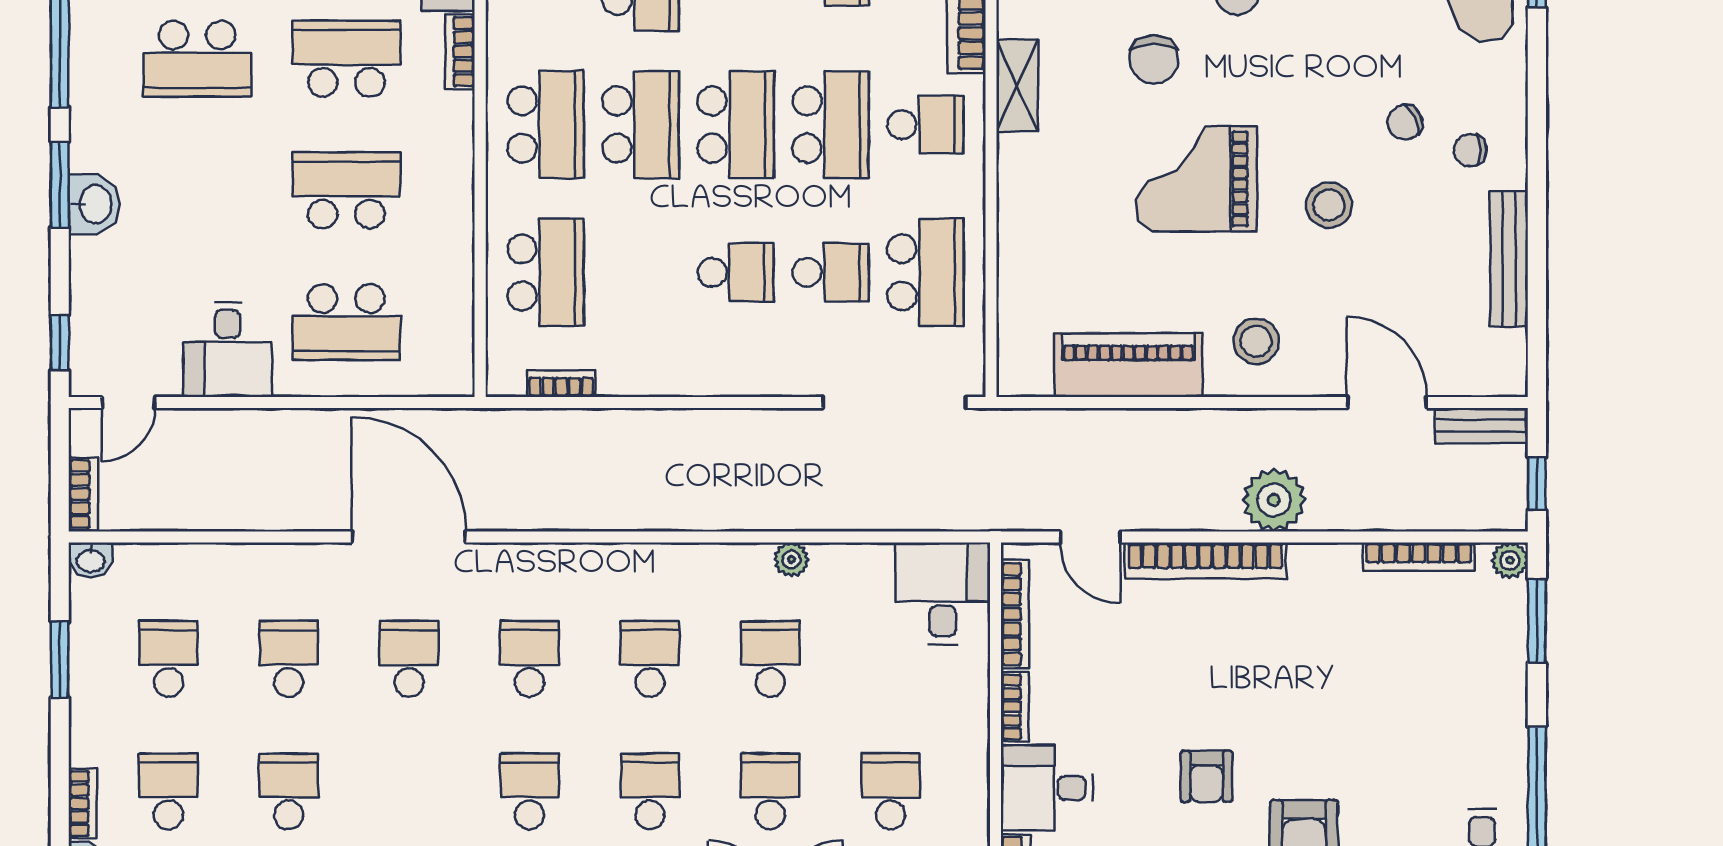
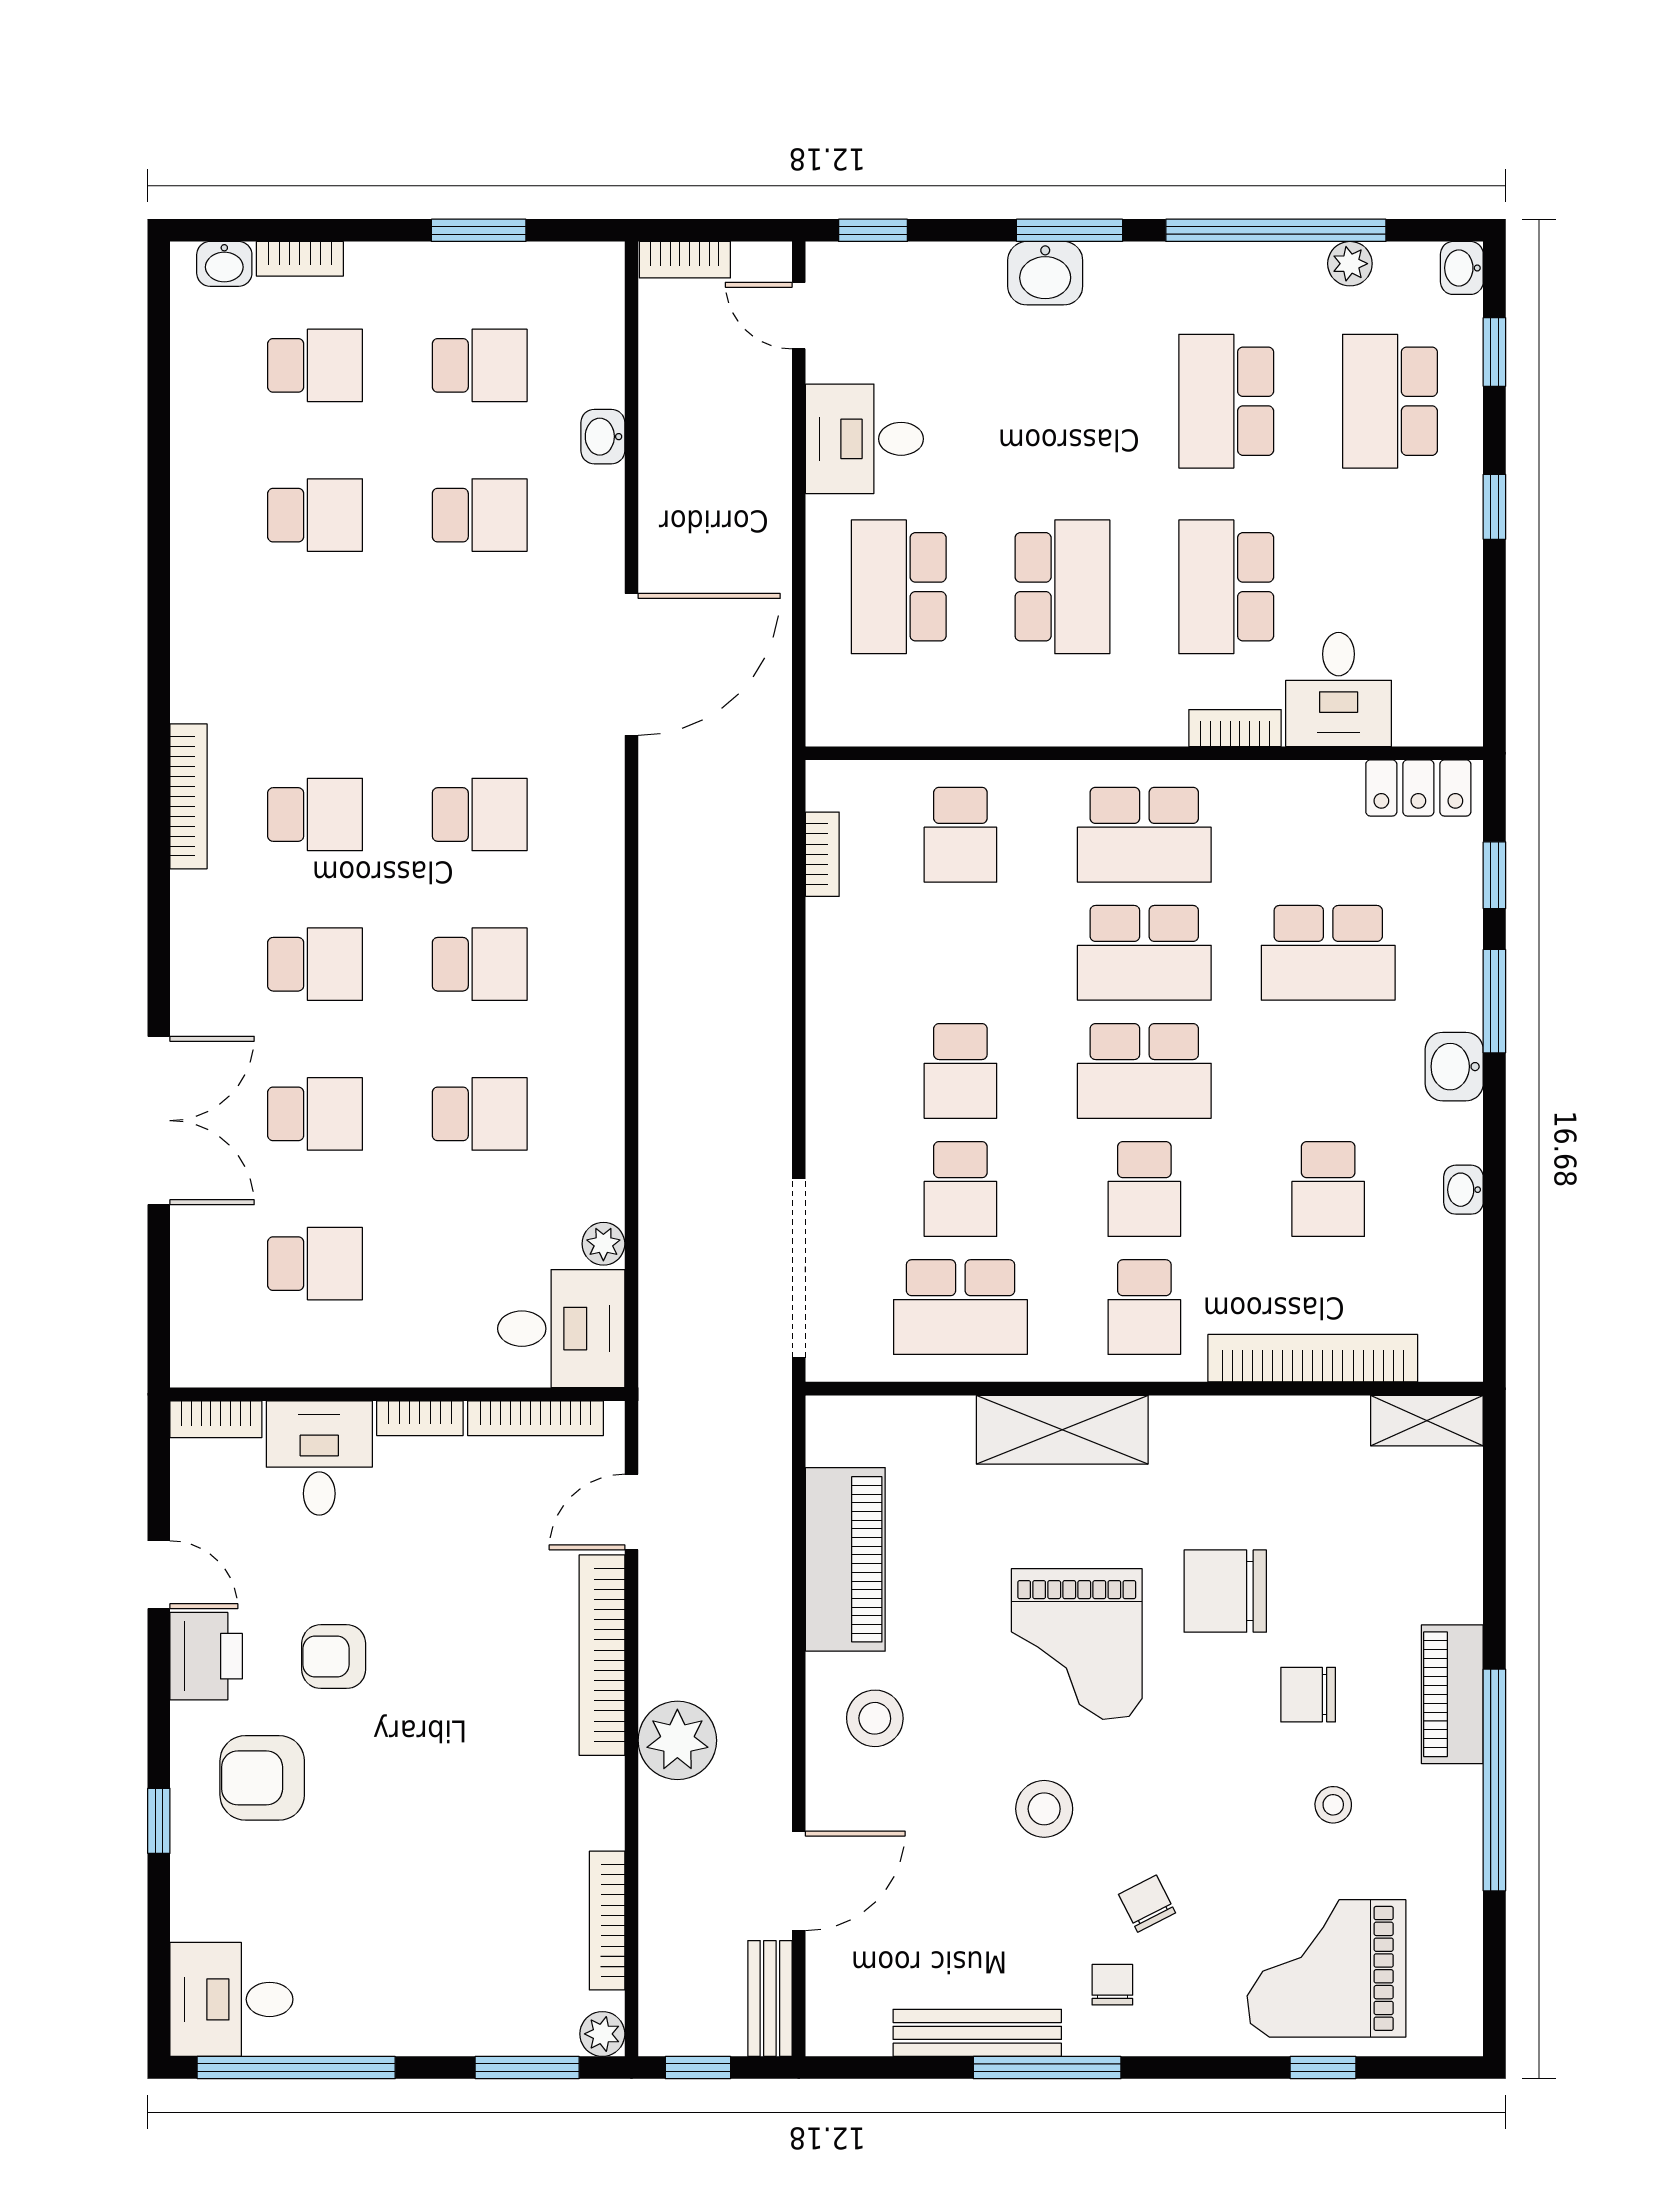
school desk: (346, 59) -> (1226, 587), turned 180
chair: (1154, 59) -> (1225, 1591), width x1.37, depth x1.37
shelving: (1017, 85) -> (1062, 1430), moved, width x1.50, depth x1.33
school desk: (831, 125) -> (1144, 1189), width x0.54
grand piano: (1196, 179) -> (1077, 1644), turned 180
window: (1537, 203) -> (1047, 2068), added
school desk: (546, 272) -> (960, 835), width x0.54
plant: (791, 559) -> (603, 1244), moved
washbasin: (91, 560) -> (603, 437), moved
school desk: (409, 659) -> (480, 665), removed

